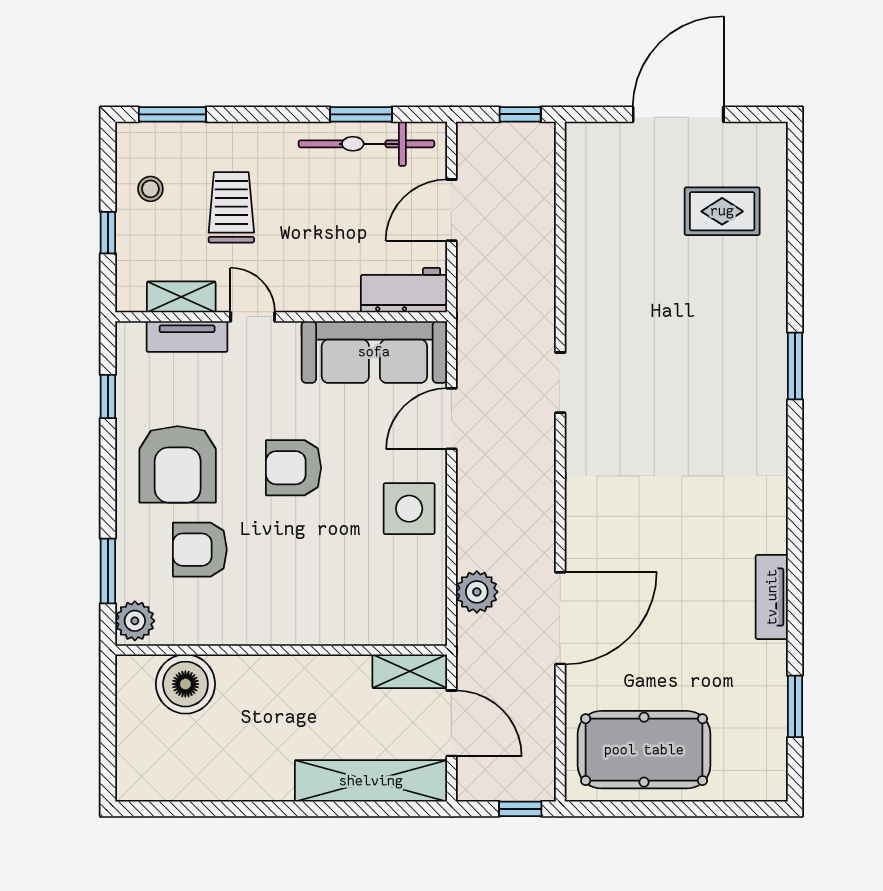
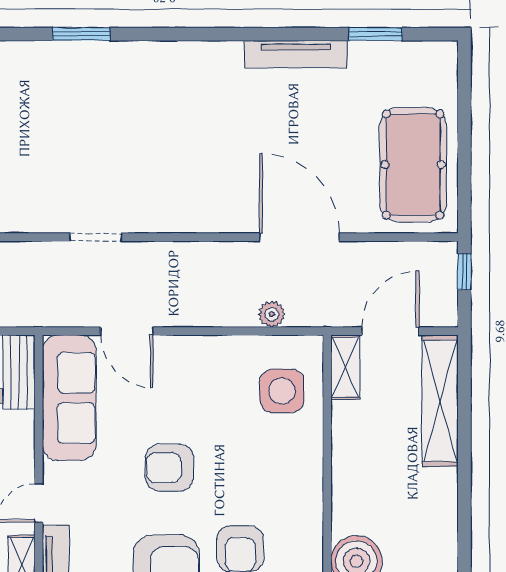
armchair: (294, 468) -> (169, 468), turned 90
side table: (409, 509) -> (282, 391), moved
plant: (477, 592) -> (272, 314), width x0.73, depth x0.73
tv unit: (772, 597) -> (296, 54), width x1.41

